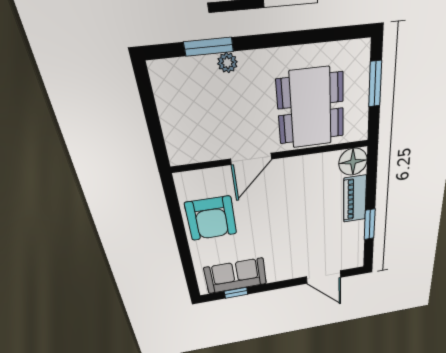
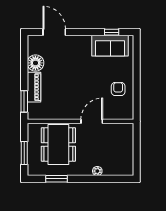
window: (209, 47) -> (56, 179), moved
floor lamp: (353, 162) -> (35, 63), moved
armchair: (211, 218) -> (118, 89), width x0.53, depth x0.53
window: (370, 224) -> (24, 101), moved

